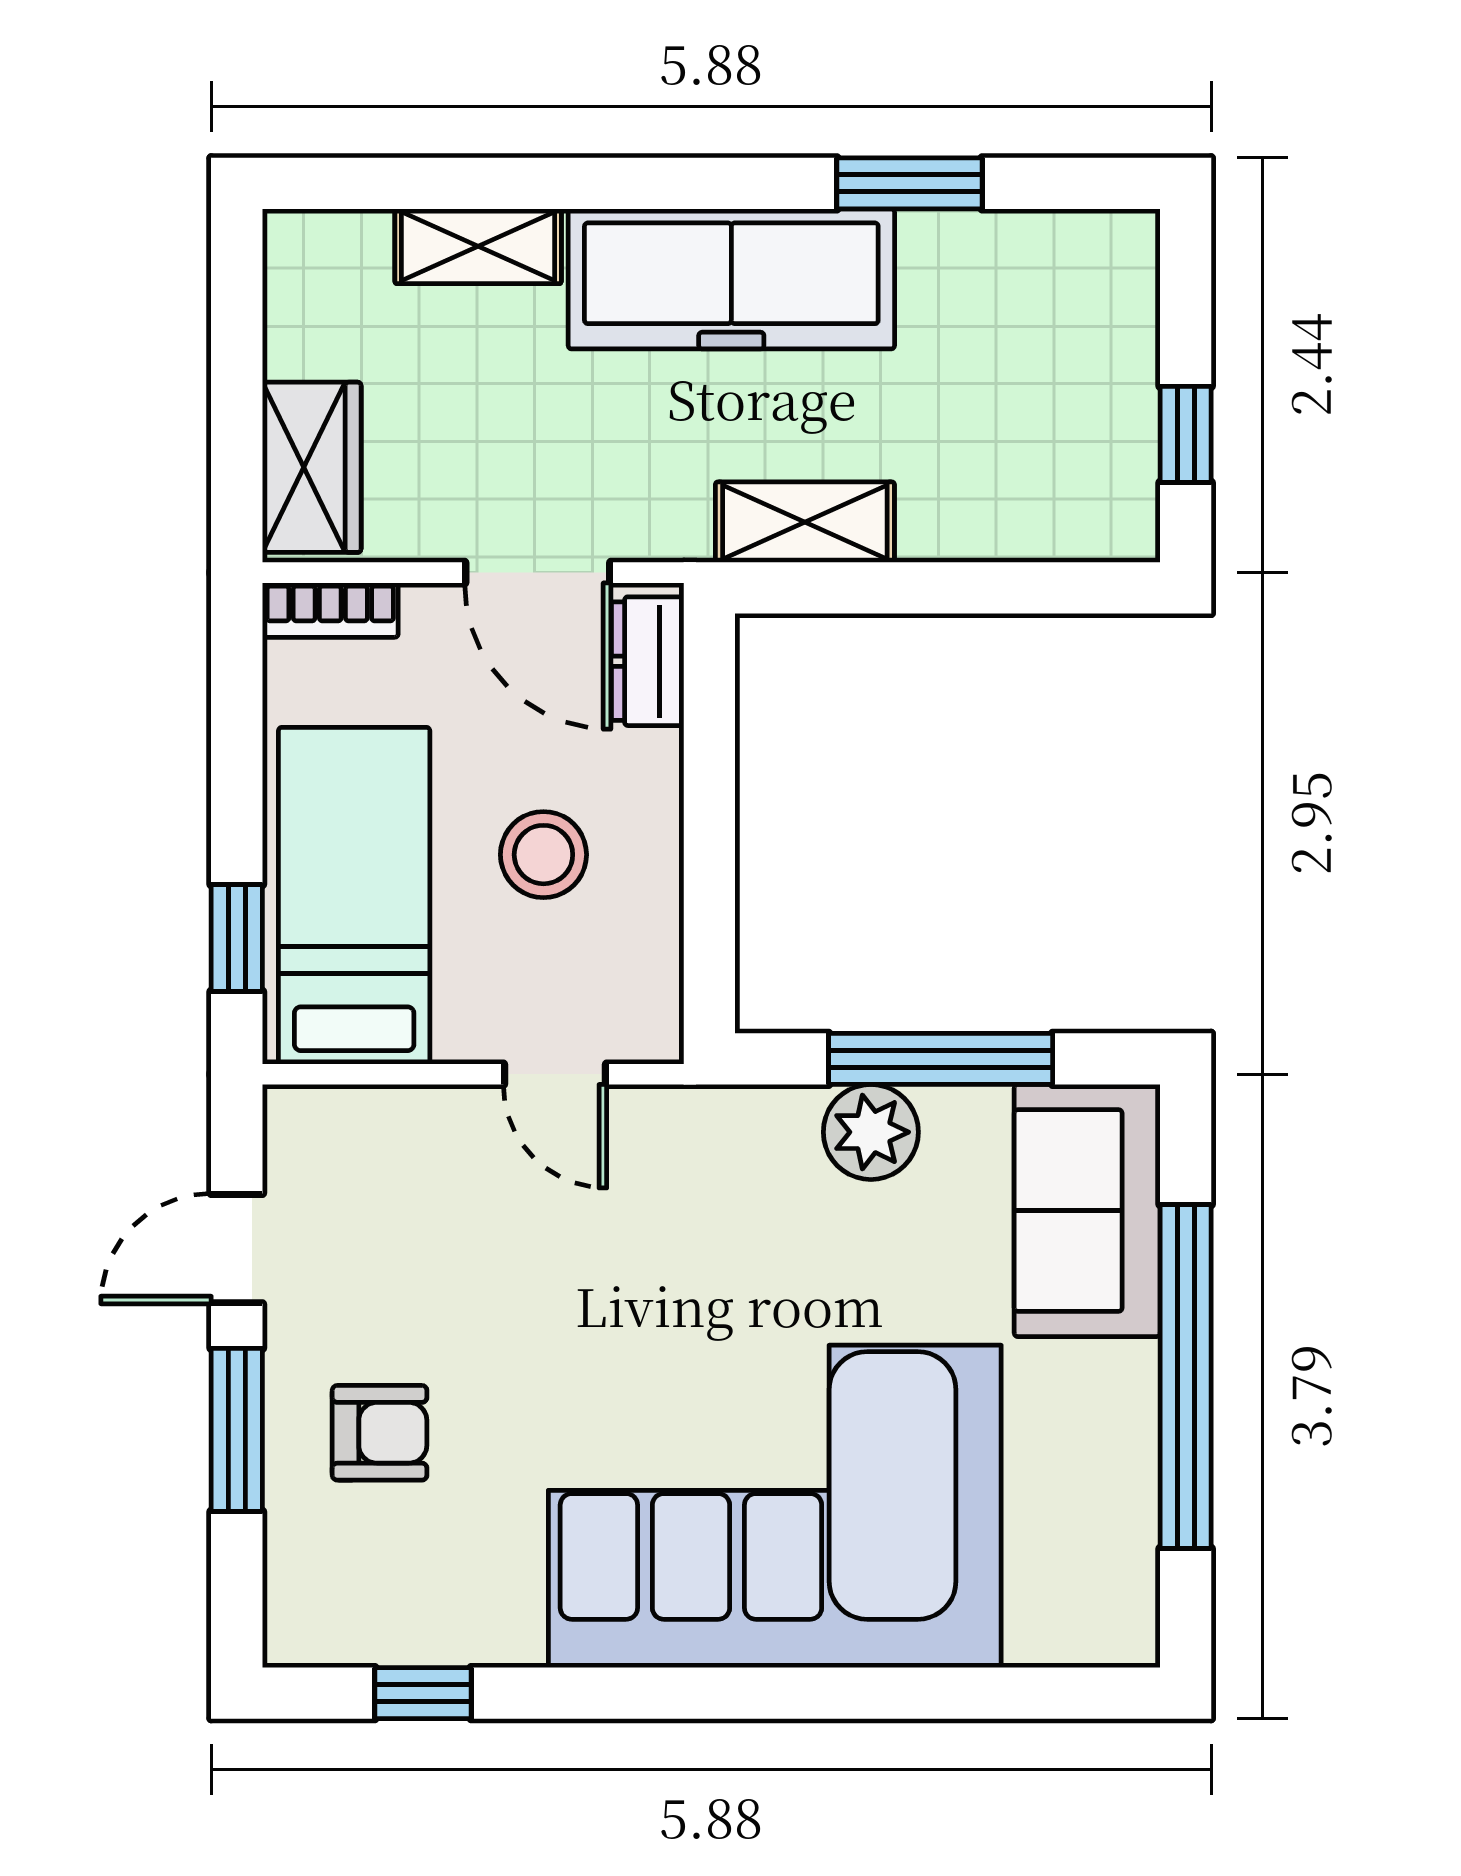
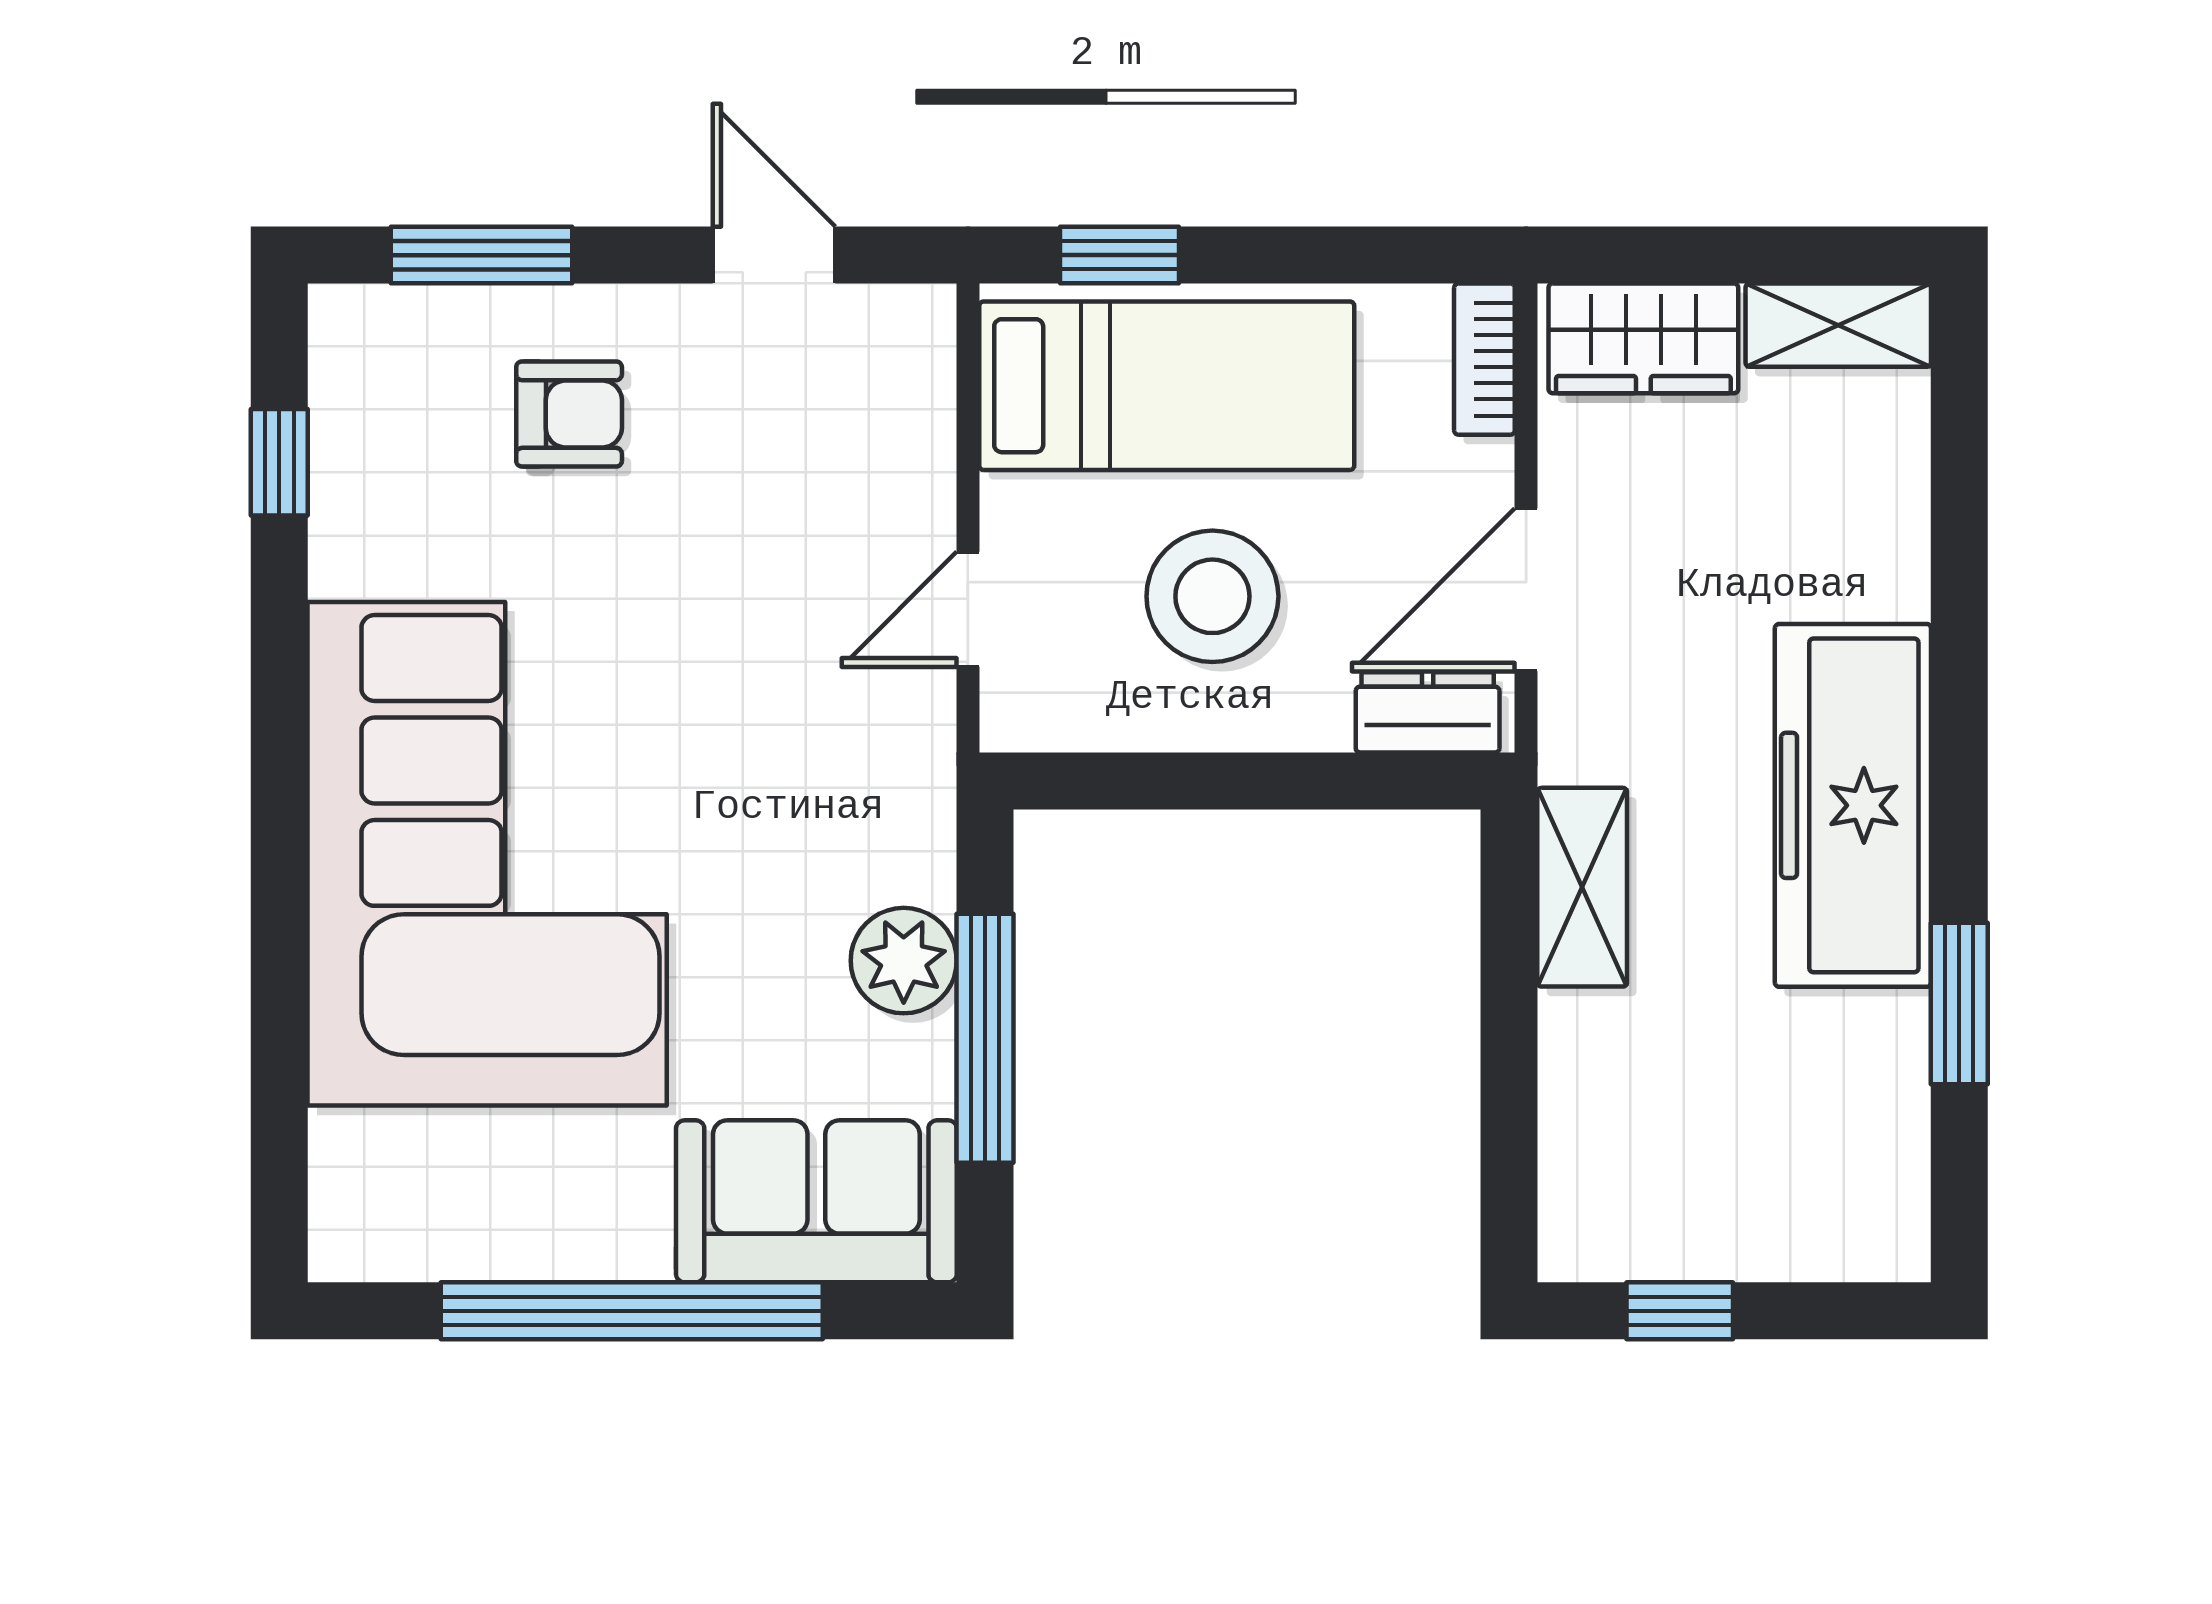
shelving: (478, 246) -> (1838, 325), moved, turned 90
stool: (543, 855) -> (1212, 596), width x1.38, depth x1.38
window: (237, 1430) -> (482, 255), moved
armchair: (380, 1433) -> (569, 414), turned -90

